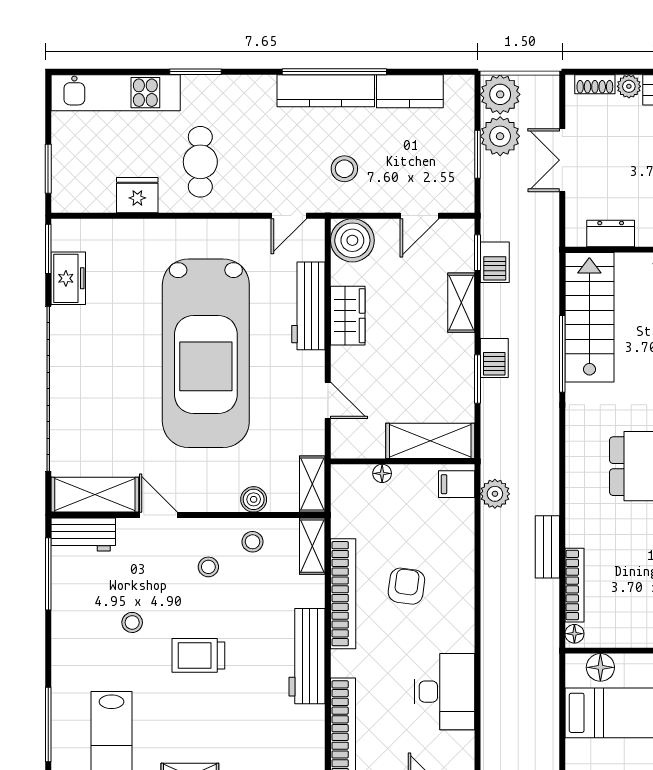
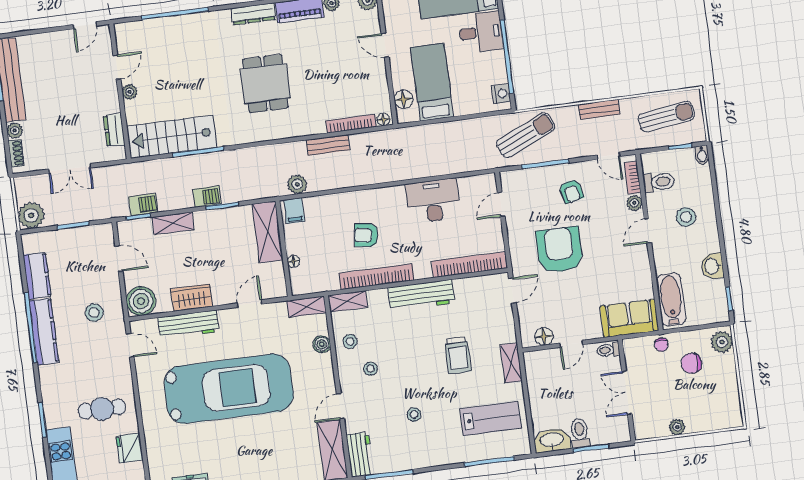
plant: (500, 136) -> (59, 212), removed
trolley: (198, 655) -> (458, 355), moved

